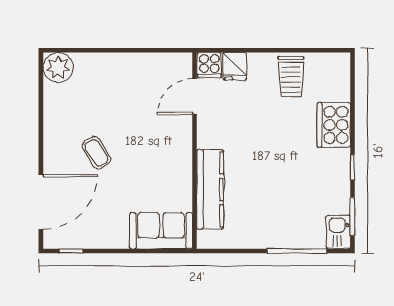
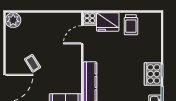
fridge: (235, 66) -> (108, 22), width x1.88, depth x1.34
cooker: (334, 125) -> (153, 74), moved

